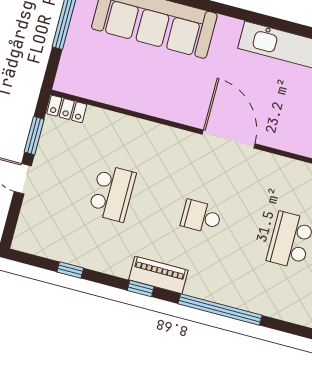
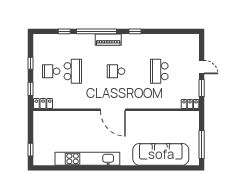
school desk: (201, 217) -> (116, 71), turned 180
window: (70, 270) -> (64, 31), moved
piano: (158, 275) -> (108, 40), moved

